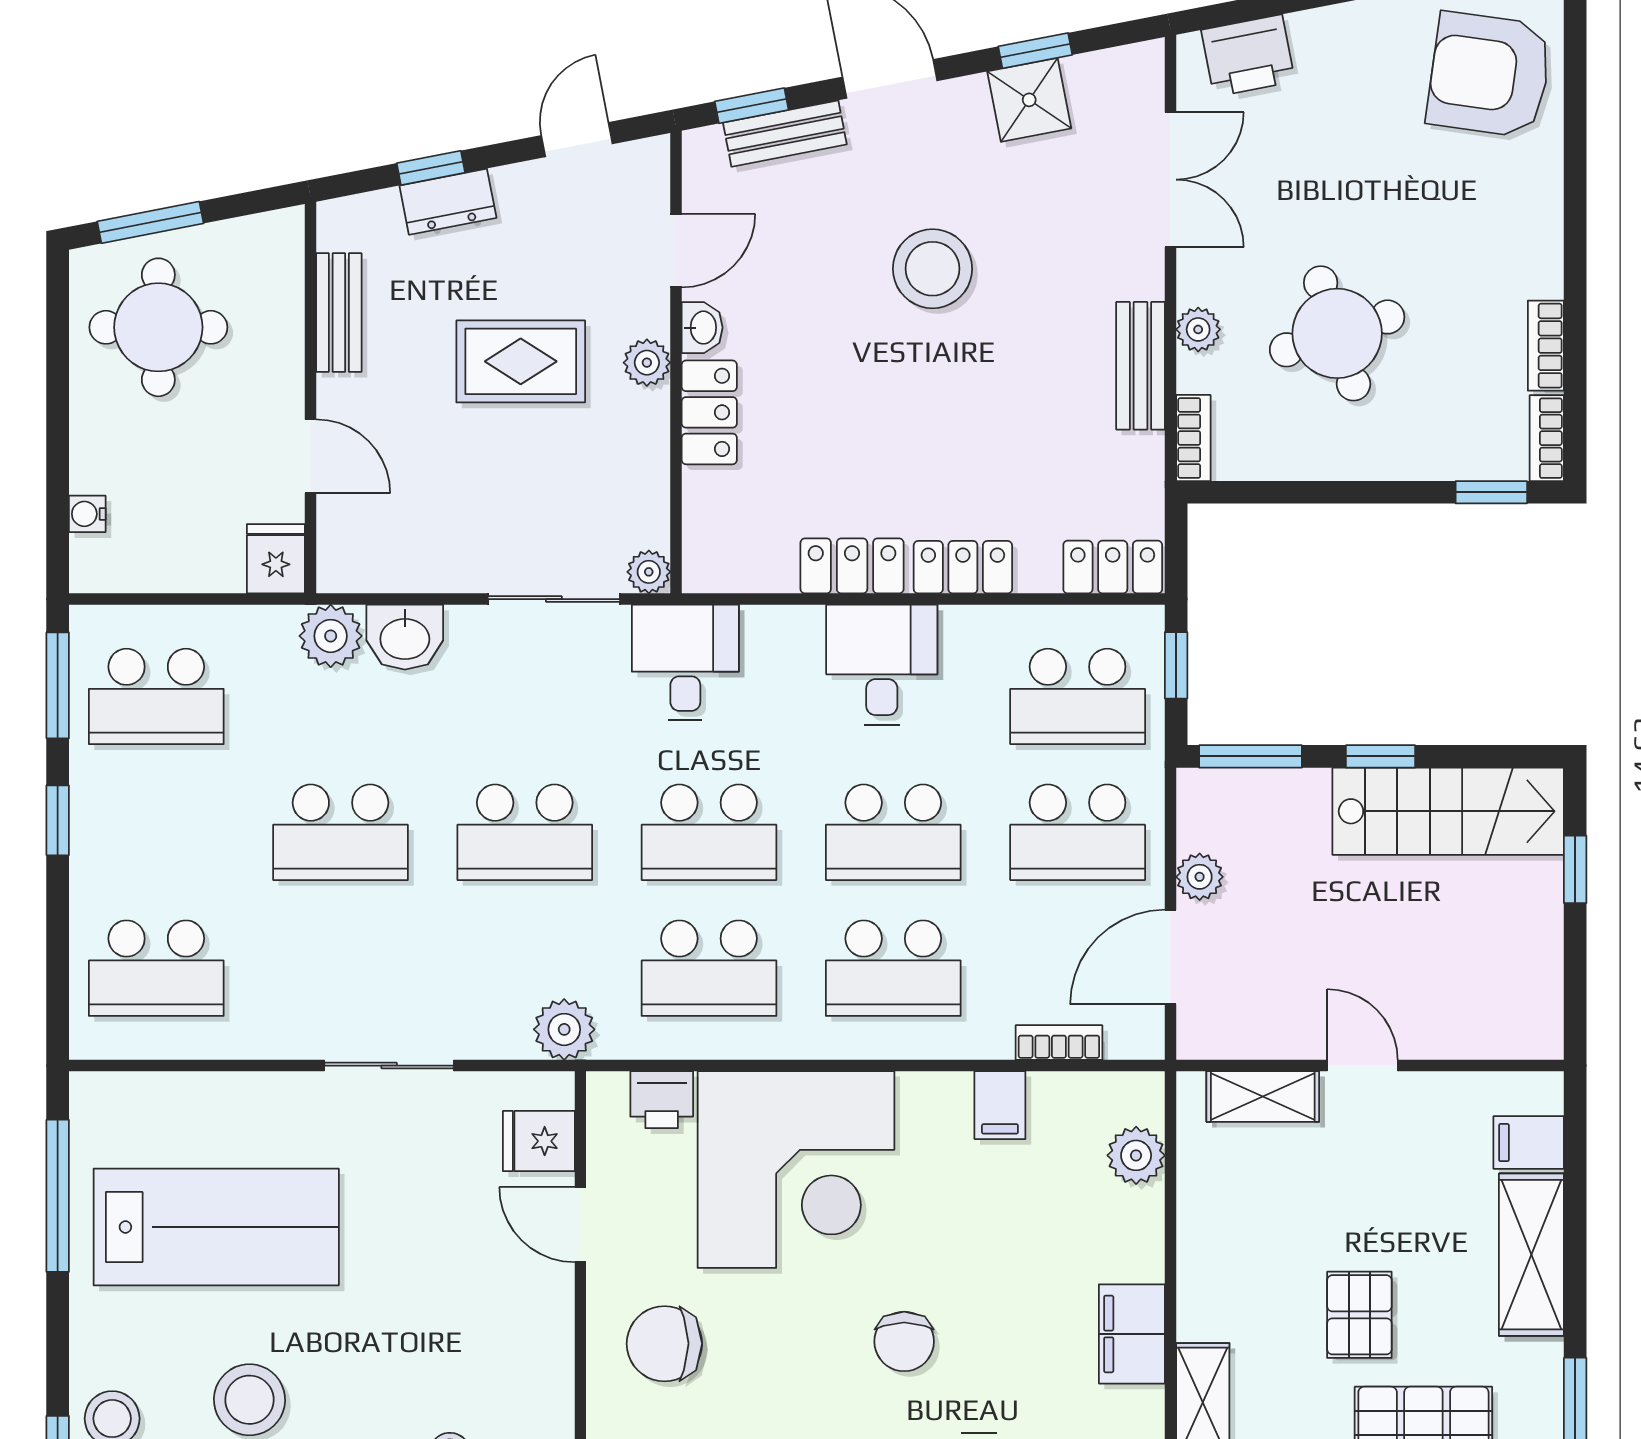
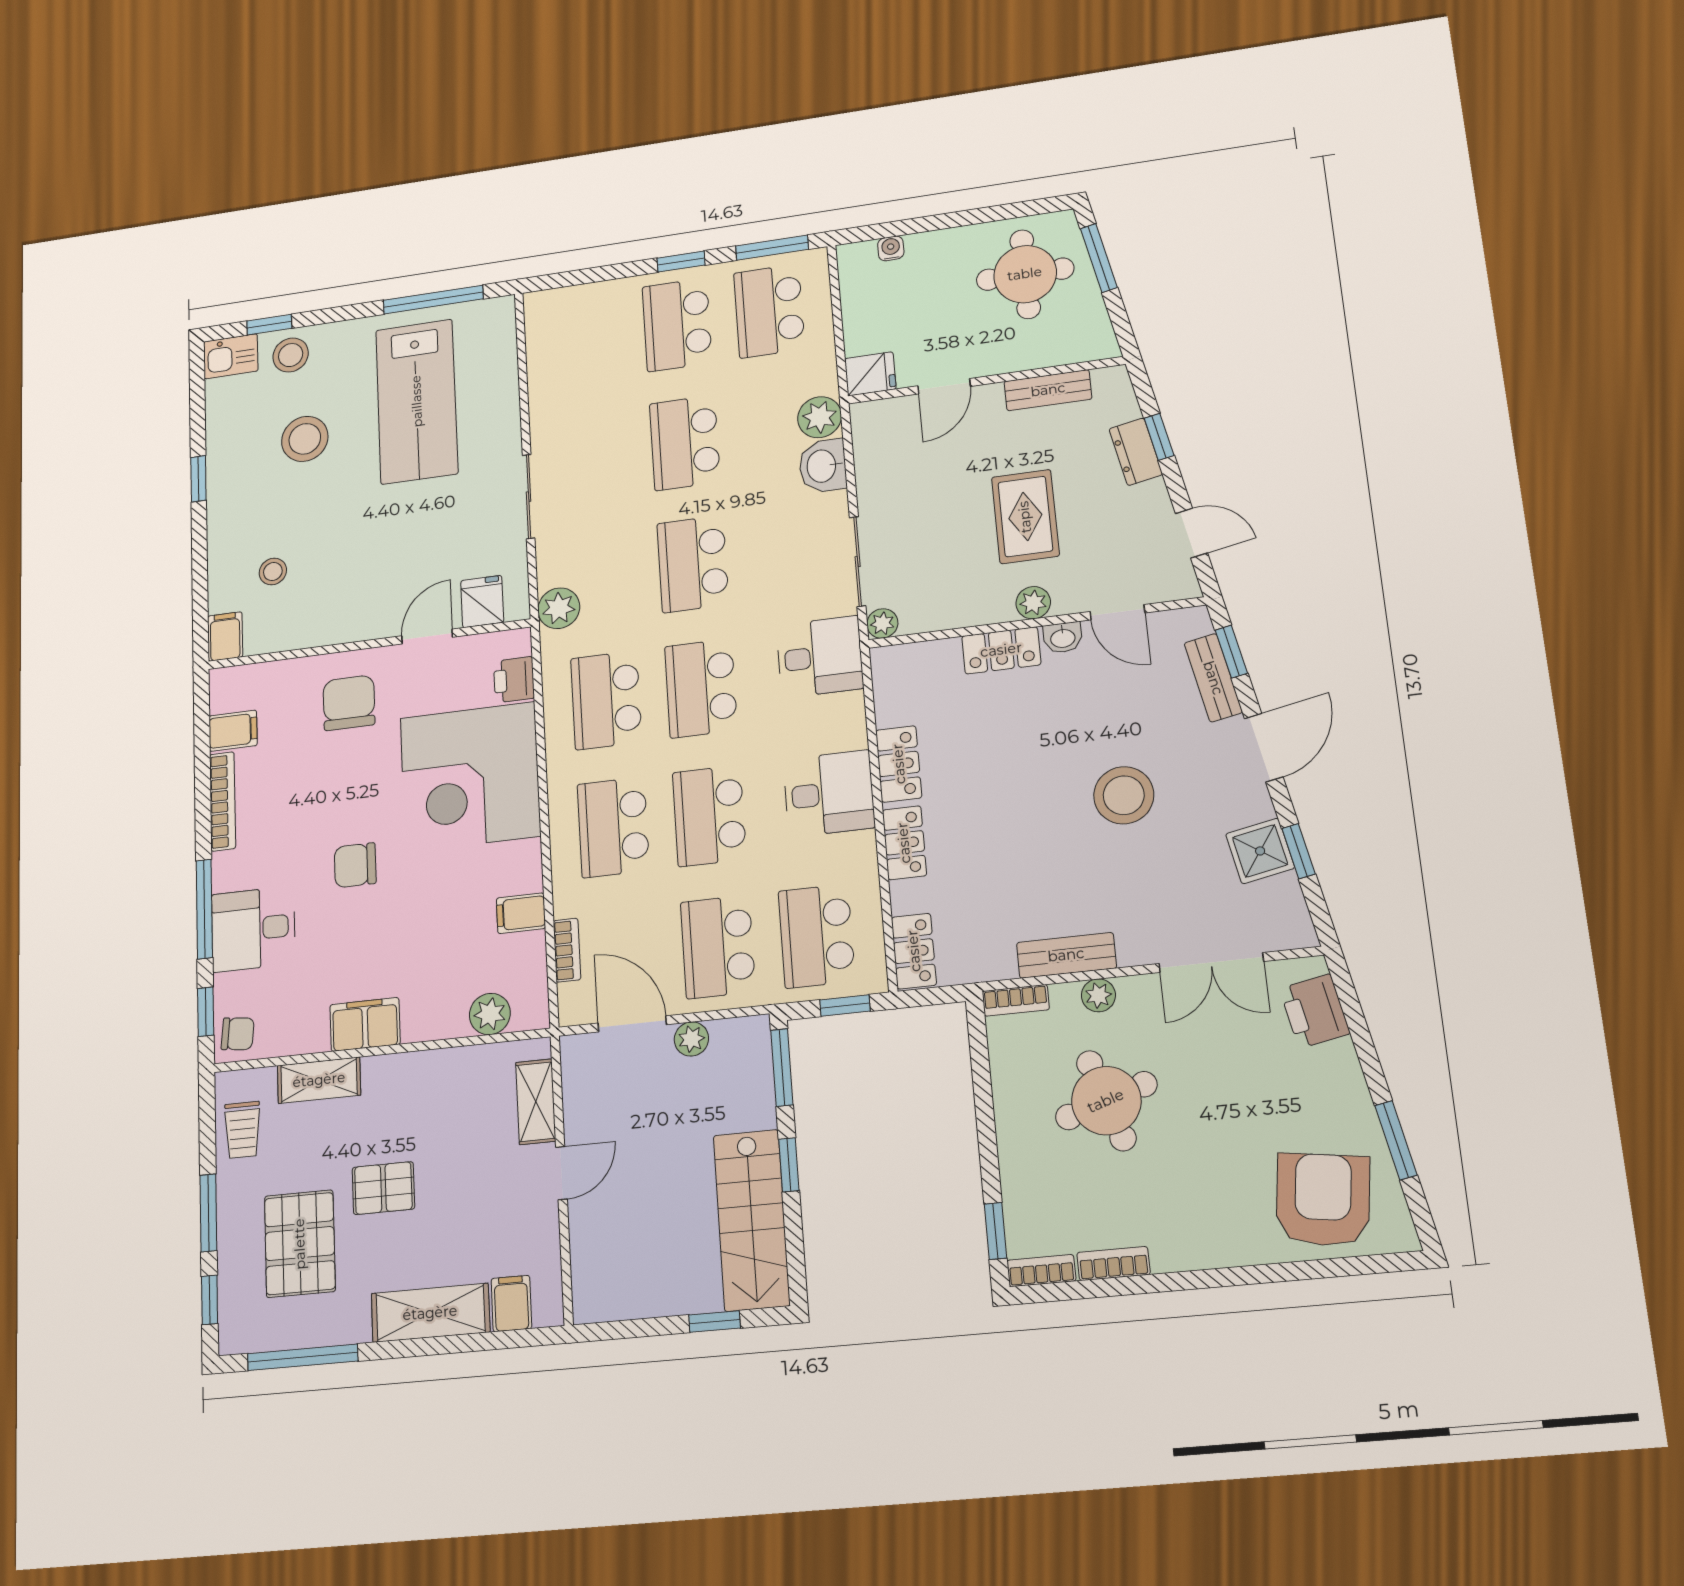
school desk: (156, 968) -> (677, 325), moved

